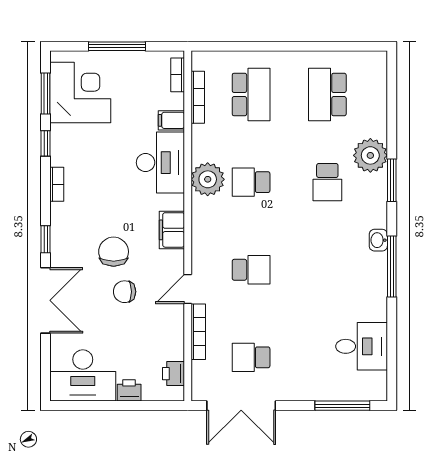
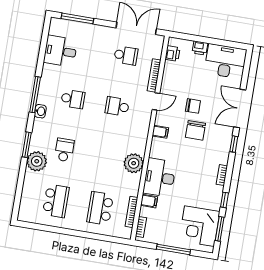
school desk: (251, 182) -> (73, 99), moved
filing cabinet: (172, 230) -> (160, 132), width x0.50

